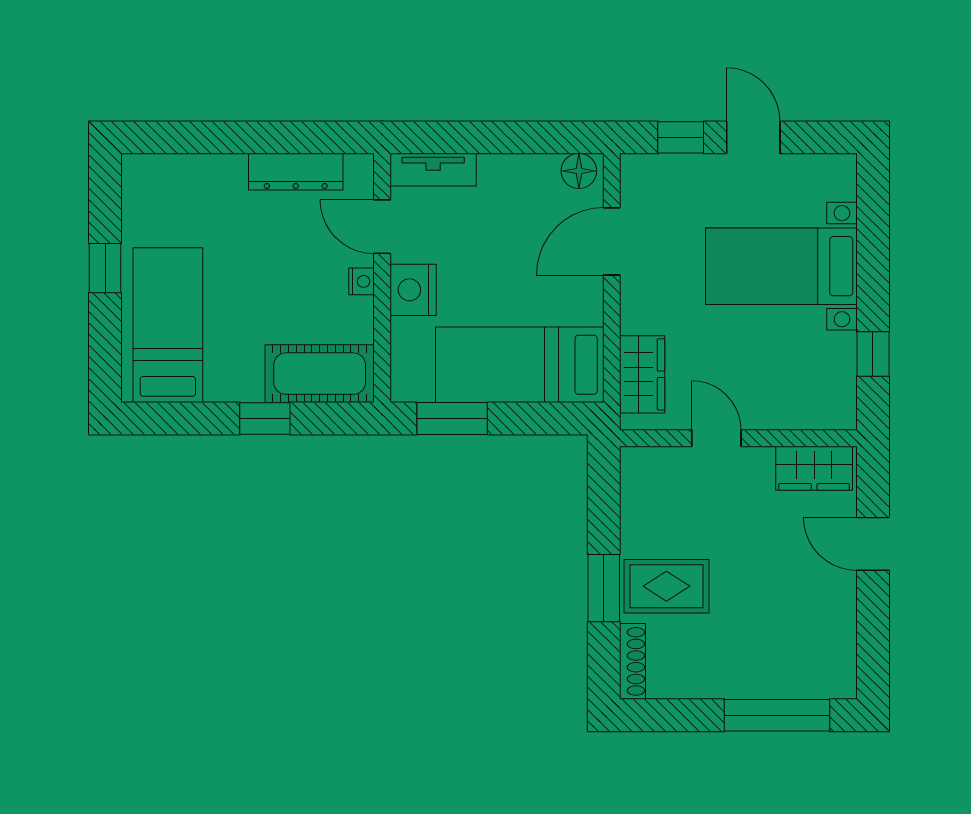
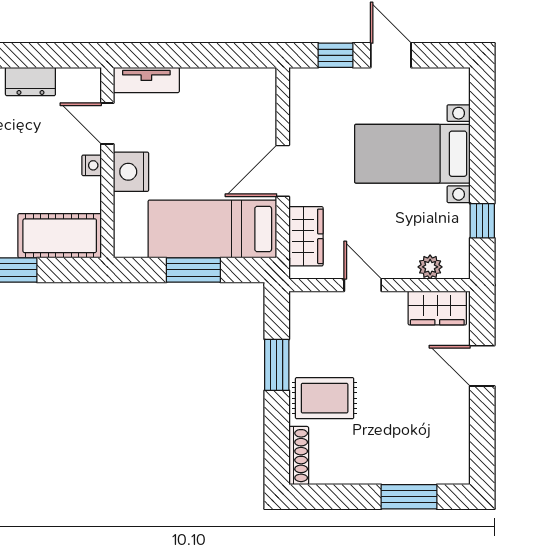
floor lamp: (579, 171) -> (258, 81), removed
dresser: (296, 172) -> (30, 81), width x0.70
door: (612, 241) -> (283, 171), moved
plant: (805, 414) -> (430, 267), added
window: (452, 418) -> (193, 270), moved
window: (604, 588) -> (277, 365), moved
window: (777, 715) -> (409, 497), width x0.69

